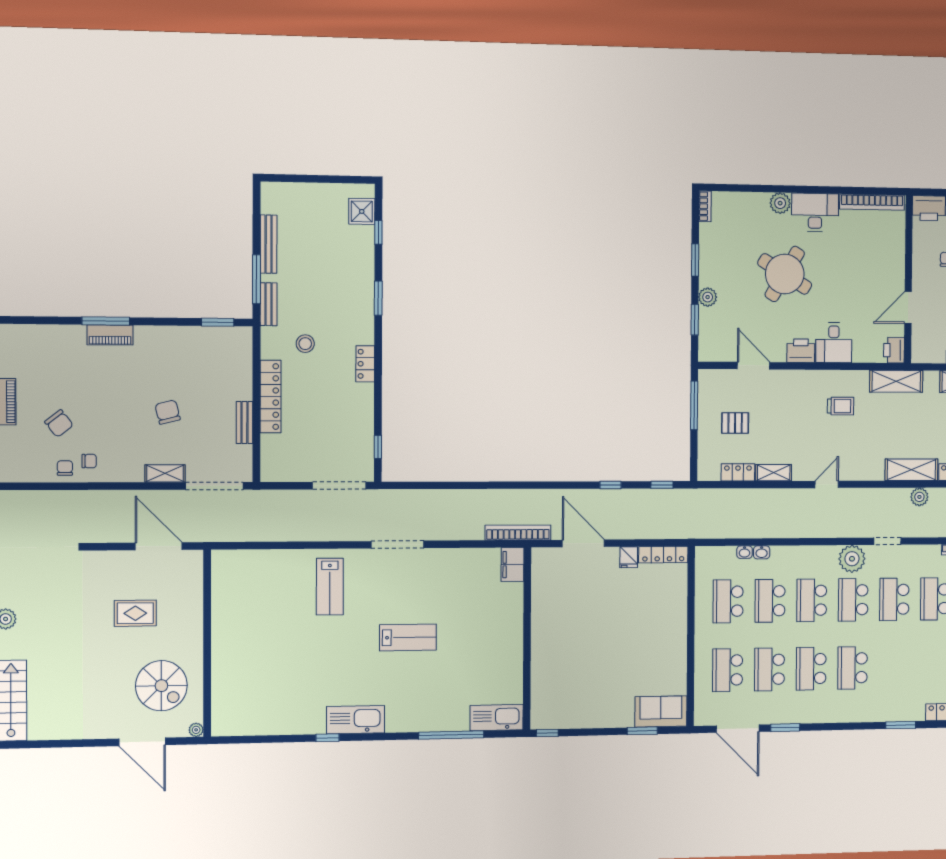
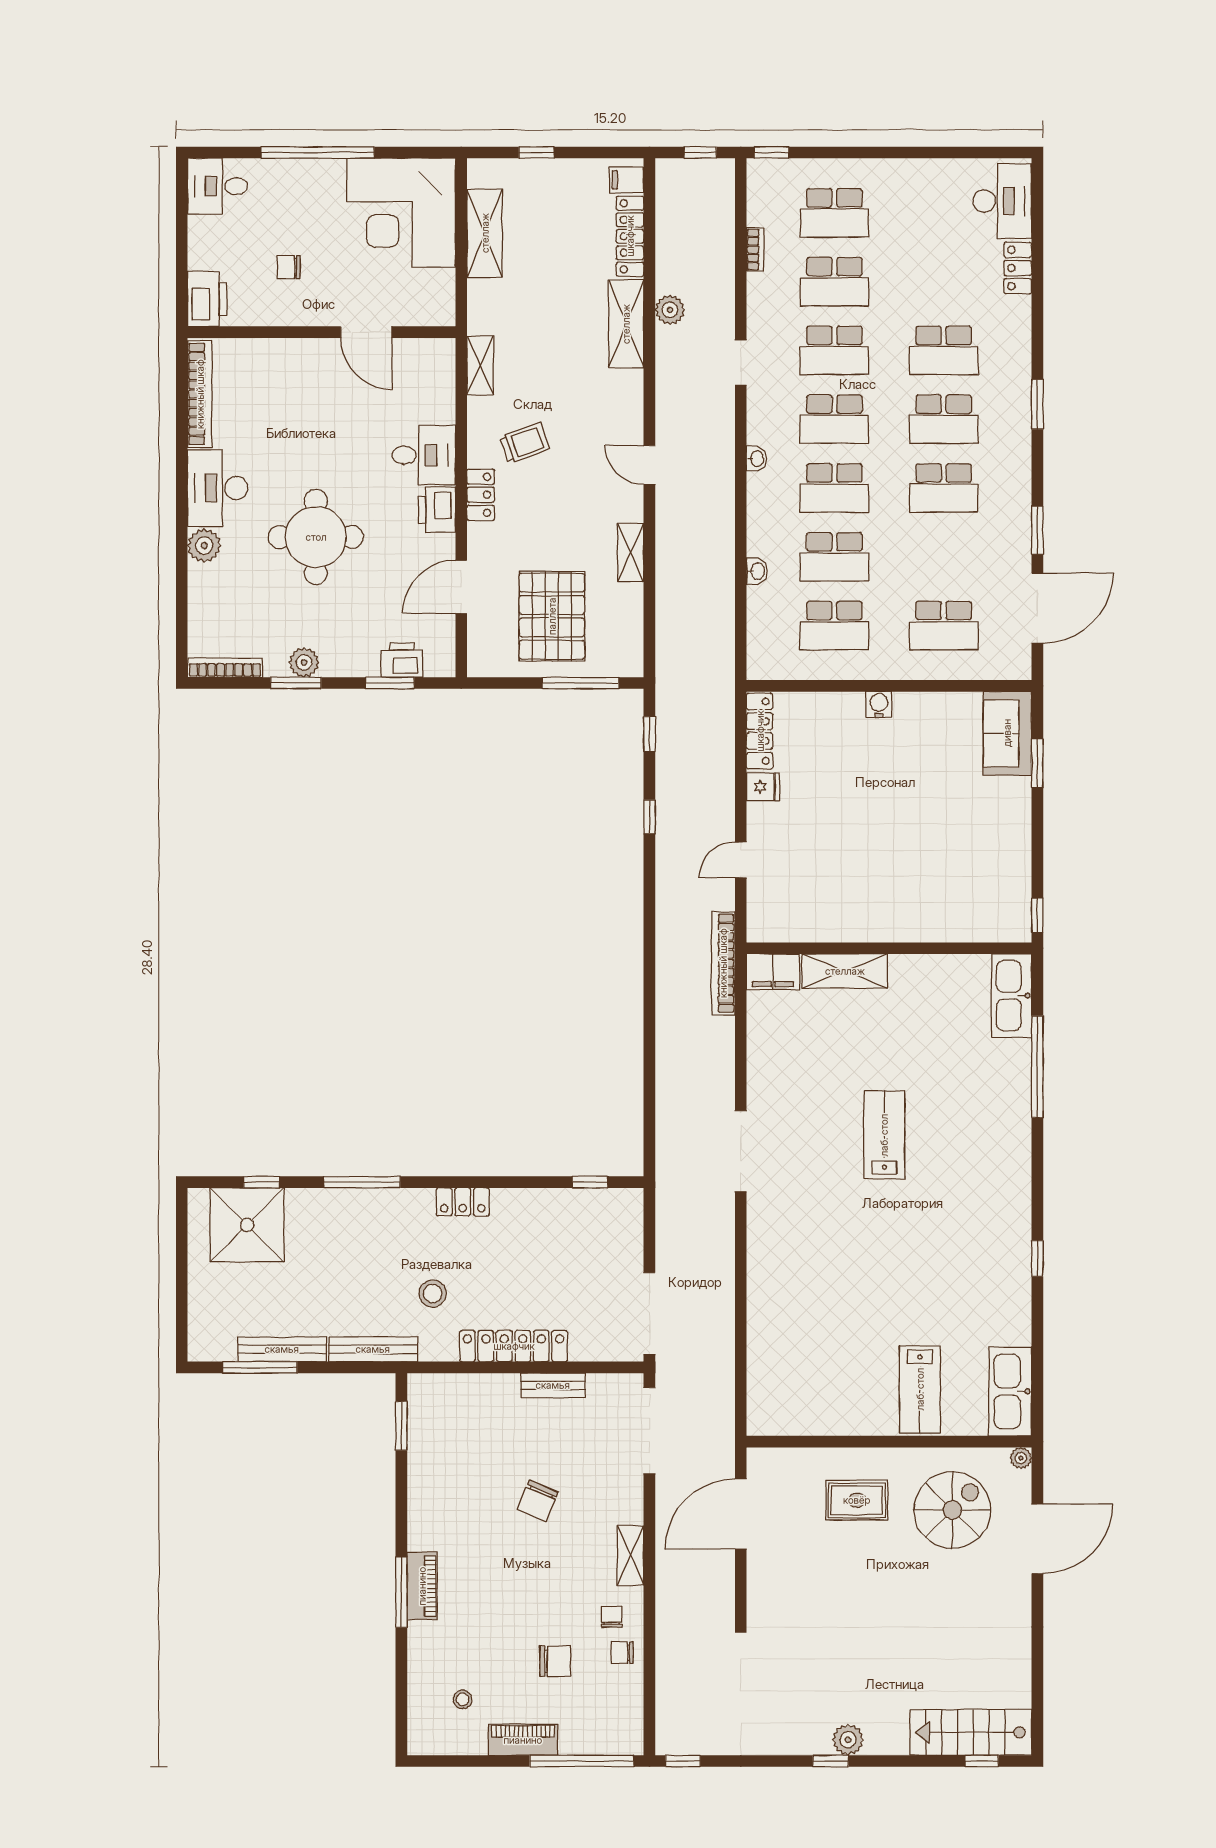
bookcase: (705, 206) -> (225, 668), width x1.56
shower: (362, 211) -> (247, 1225), width x1.86, depth x1.86
round table: (785, 274) -> (316, 537), turned -31
window: (257, 279) -> (260, 1367), moved
plant: (708, 297) -> (304, 662), moved
window: (378, 298) -> (362, 1182), width x1.44
bench: (269, 304) -> (373, 1349), width x1.36
printer: (894, 350) -> (402, 660), moved, turned 180
stool: (33, 361) -> (463, 1699), added
shelving: (896, 381) -> (480, 365), width x0.67, depth x0.75
window: (694, 405) -> (580, 683), moved
trolley: (841, 406) -> (525, 443), turned 71
chair: (168, 412) -> (538, 1501), turned -53
chair: (59, 423) -> (555, 1661), turned 38
pallet: (735, 423) -> (552, 616), width x2.05, depth x2.00
locker: (738, 472) -> (481, 495), moved, turned 180
shelving: (165, 473) -> (630, 1555), moved
doorway: (339, 486) -> (649, 1314), moved
door: (583, 543) -> (741, 860), width x0.53
washbasin: (745, 552) -> (757, 459), moved
plant: (852, 559) -> (769, 422), removed
lab bench: (330, 587) -> (920, 1389), moved, turned 90
shelving: (513, 611) -> (845, 971), added
rug: (135, 613) -> (857, 1500), moved, turned 90
water cooler: (679, 630) -> (879, 704), added
school desk: (769, 669) -> (944, 350), moved
kitchen sink: (356, 720) -> (1010, 1391), moved
window: (901, 725) -> (1037, 404), moved

